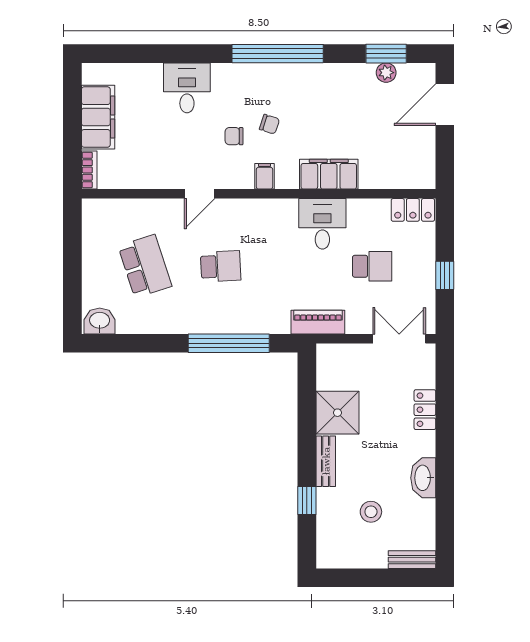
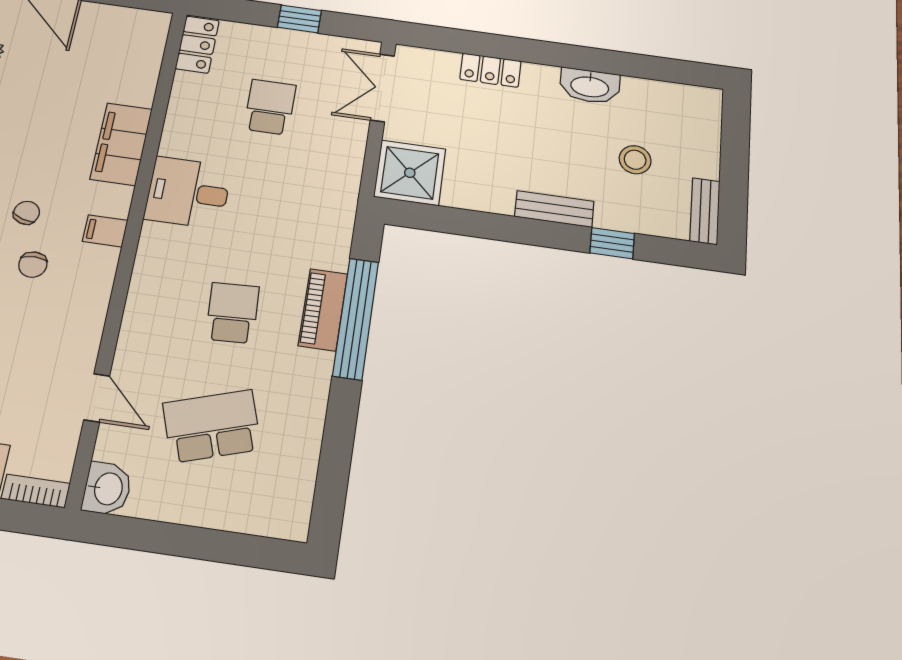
door: (200, 194) -> (97, 398), moved
desk: (322, 224) -> (188, 193), moved
washbasin: (100, 321) -> (107, 489), moved, turned 180
piano: (318, 322) -> (323, 310), moved
shower: (337, 413) -> (410, 173), moved
bench: (412, 560) -> (705, 211), moved

